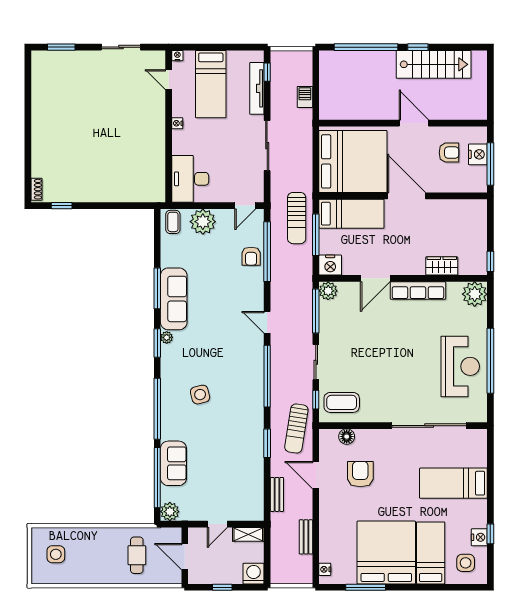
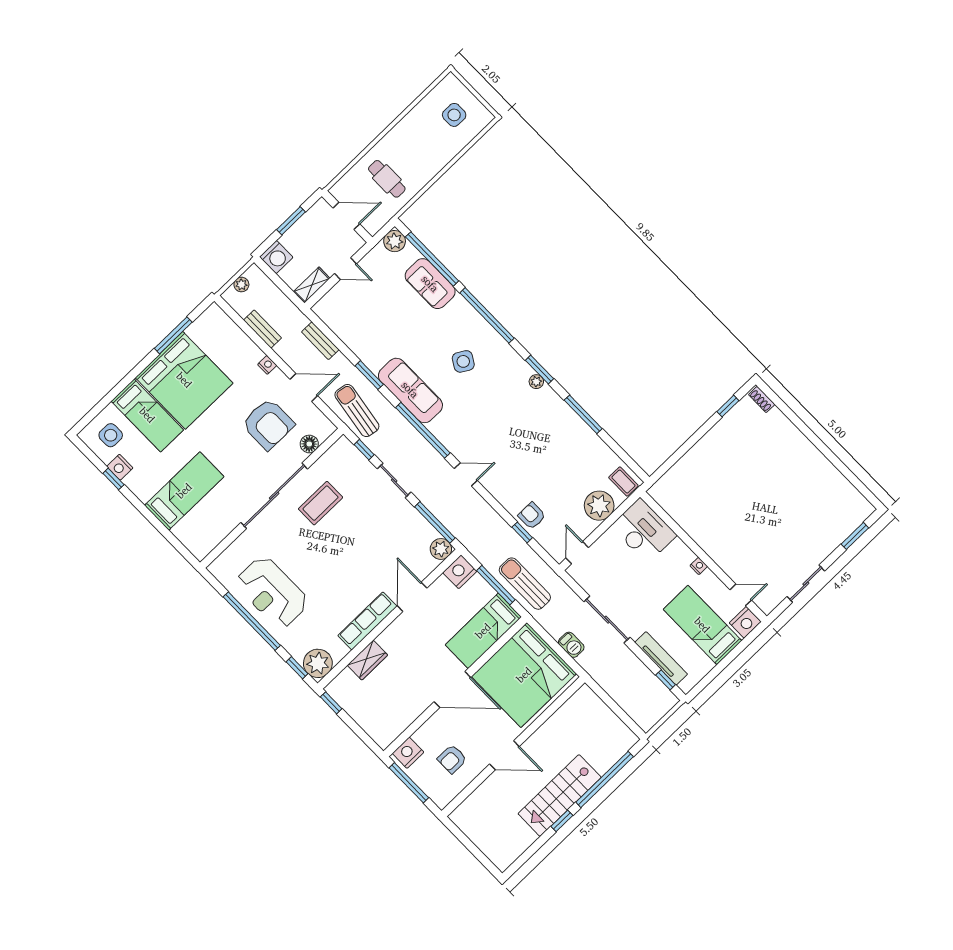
nightstand: (177, 56) -> (745, 622), width x1.89, depth x1.79
stairs: (434, 64) -> (560, 795), moved
barbecue: (305, 97) -> (571, 645), moved
nightstand: (478, 154) -> (408, 753), moved, turned 90
window: (267, 252) -> (522, 532), width x0.32
sofa: (174, 299) -> (410, 390), moved, turned 180
window: (490, 304) -> (297, 668), added
side table: (200, 395) -> (463, 361), turned 45
coffee table: (342, 402) -> (321, 503), moved
sliding door: (429, 426) -> (274, 496), moved
armchair: (360, 474) -> (268, 424), width x1.36, depth x1.36
door: (217, 524) -> (346, 269), swing flipped
nightstand: (325, 569) -> (267, 365), moved
plant: (292, 578) -> (241, 285), added
window: (222, 587) -> (291, 221), width x1.50

